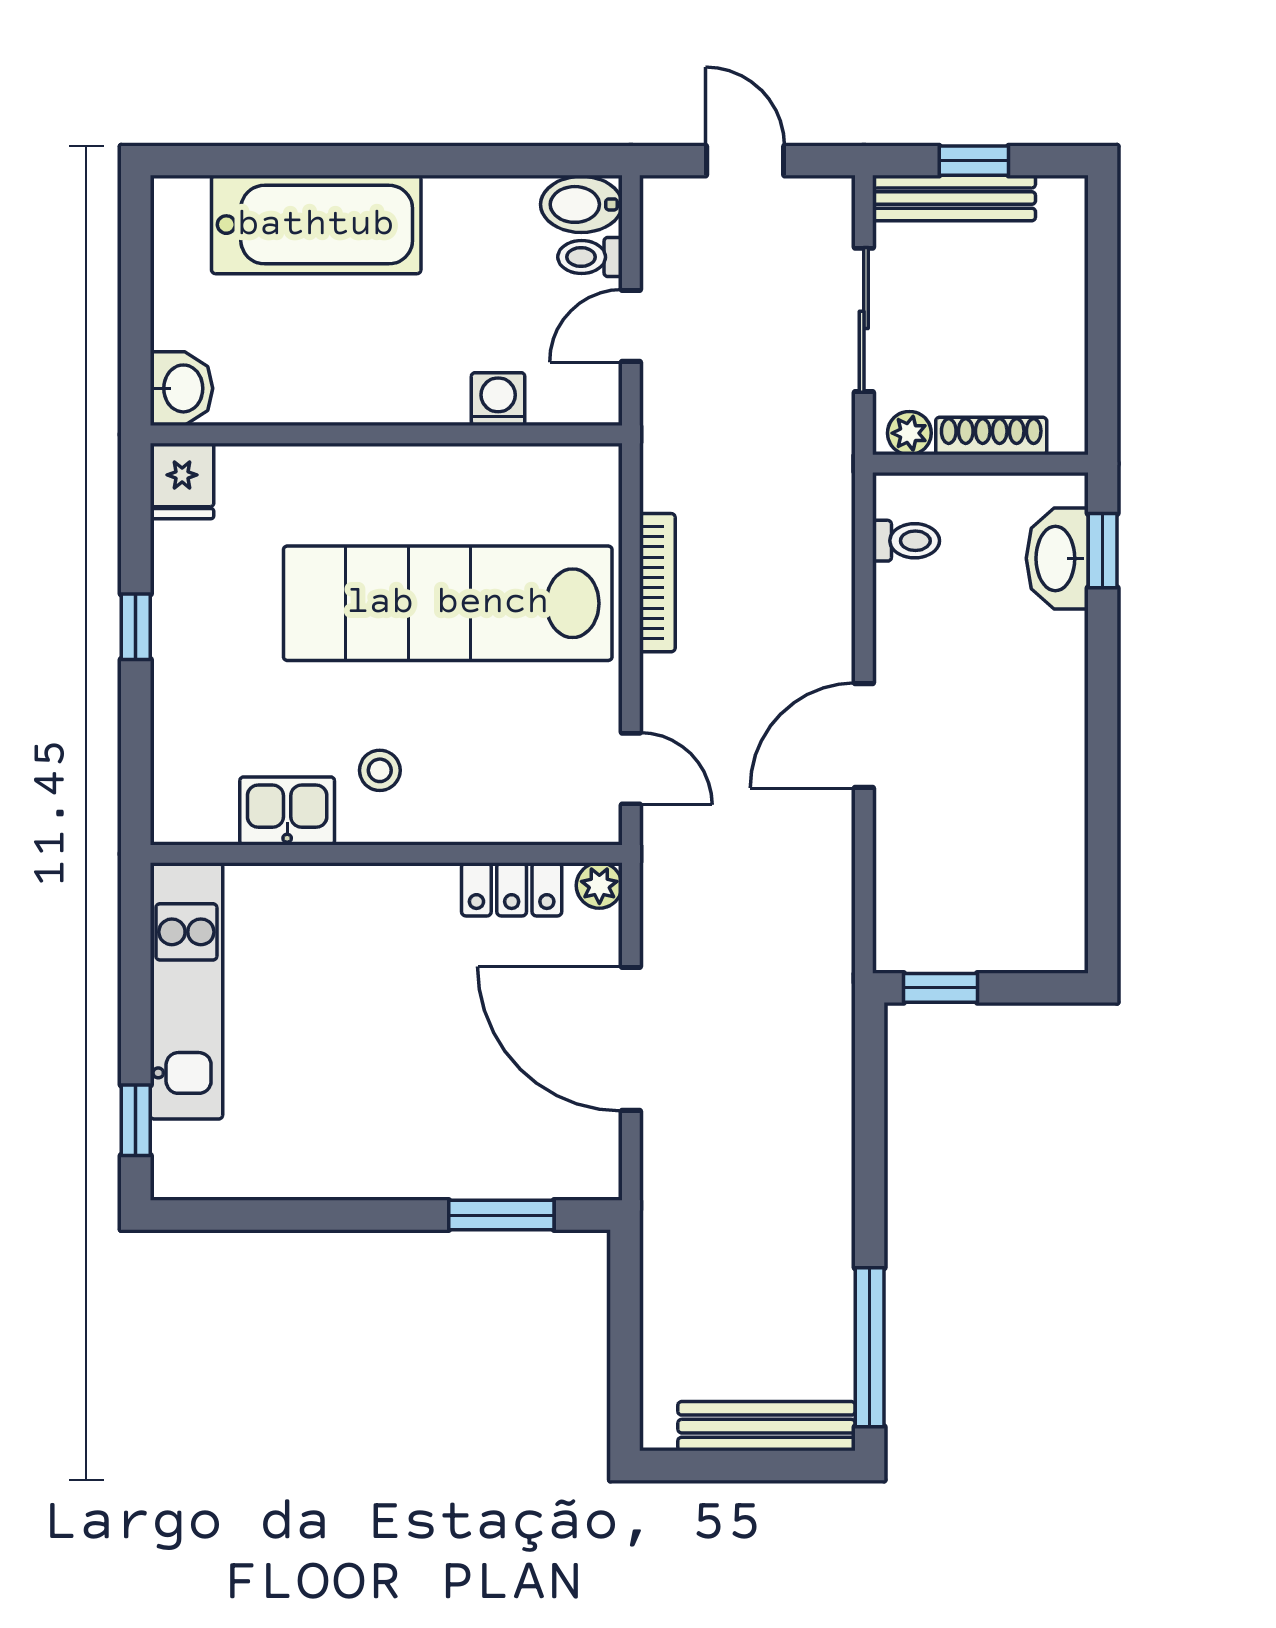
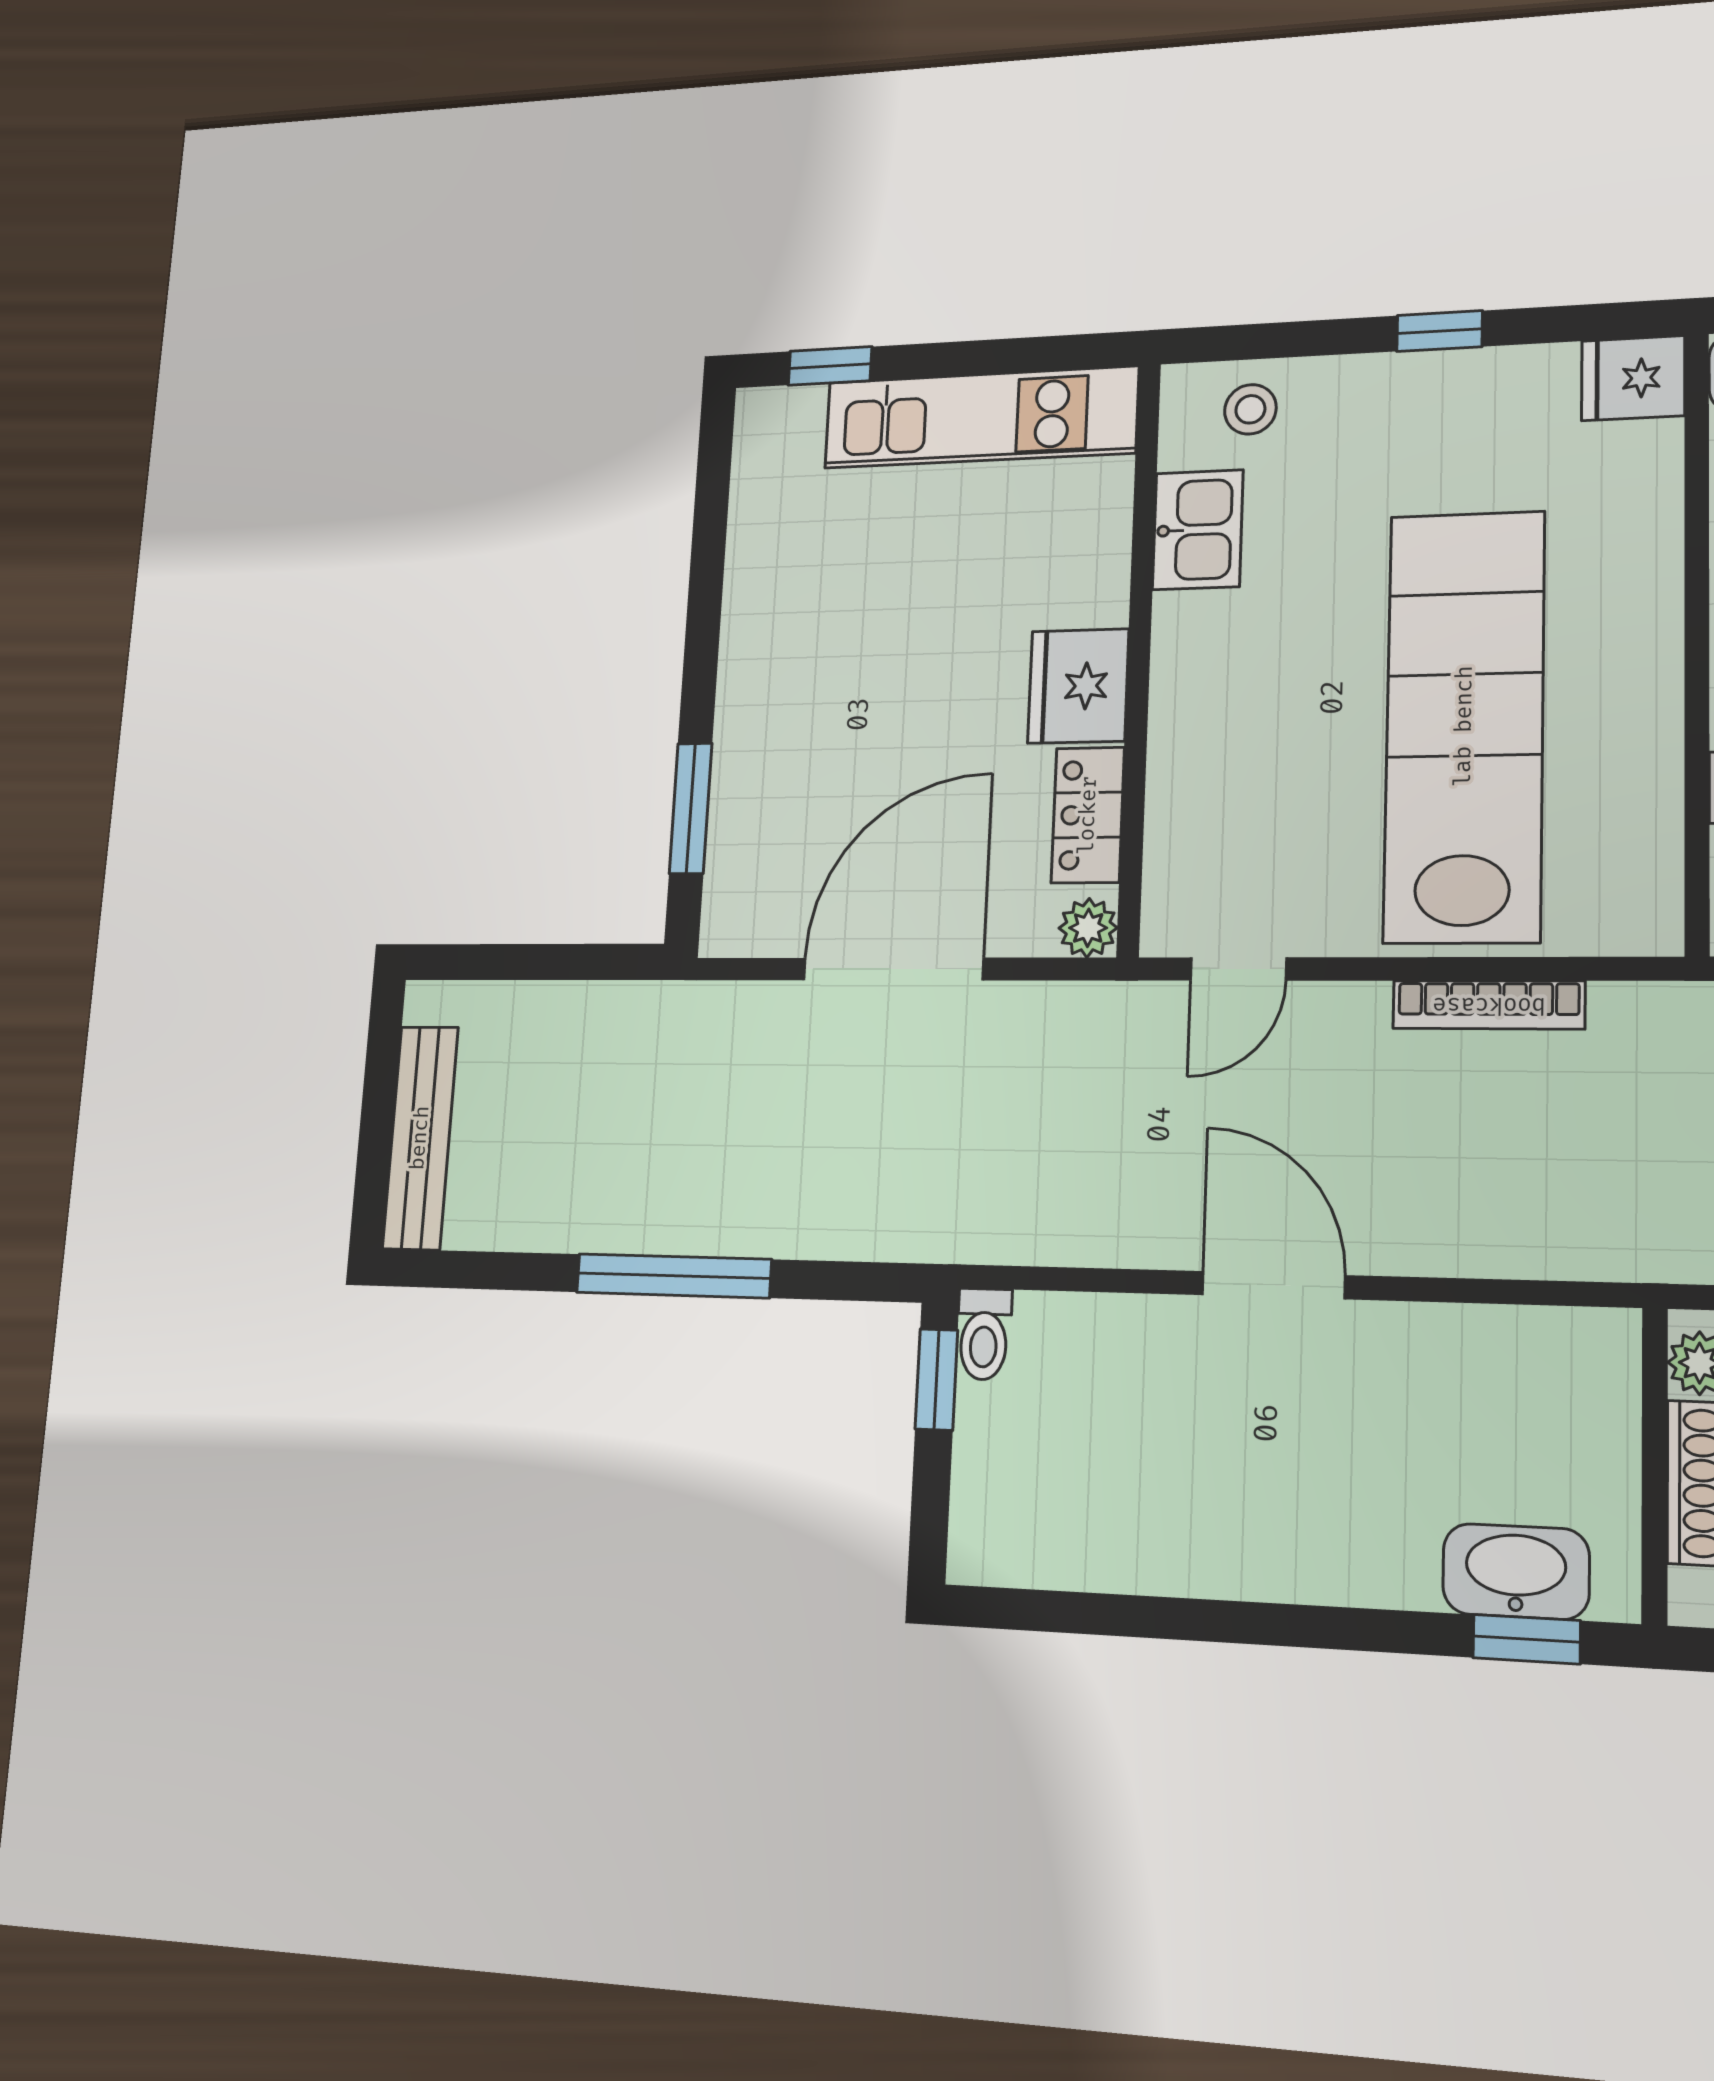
toilet: (906, 541) -> (984, 1334), moved
stool: (380, 770) -> (1250, 409), moved
fridge: (409, 901) -> (1078, 686), added
window: (870, 1347) -> (673, 1276), moved

